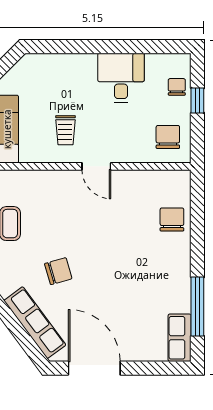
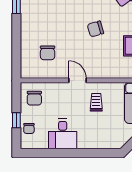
chair: (172, 220) -> (48, 53), moved
chair: (58, 271) -> (95, 29), moved

